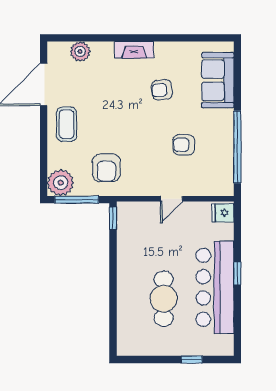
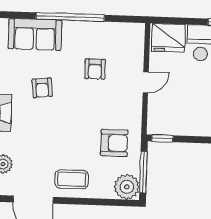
window: (237, 147) -> (70, 17), moved
door: (171, 199) -> (146, 82), hinge flipped
fridge: (223, 213) -> (168, 38), width x1.88, depth x1.34

